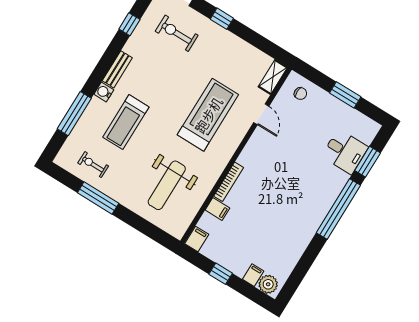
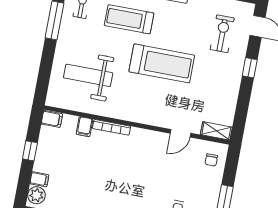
treadmill: (208, 115) -> (162, 63), moved

